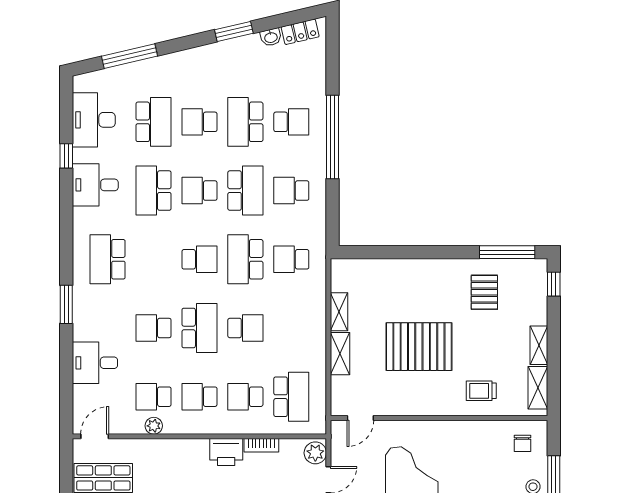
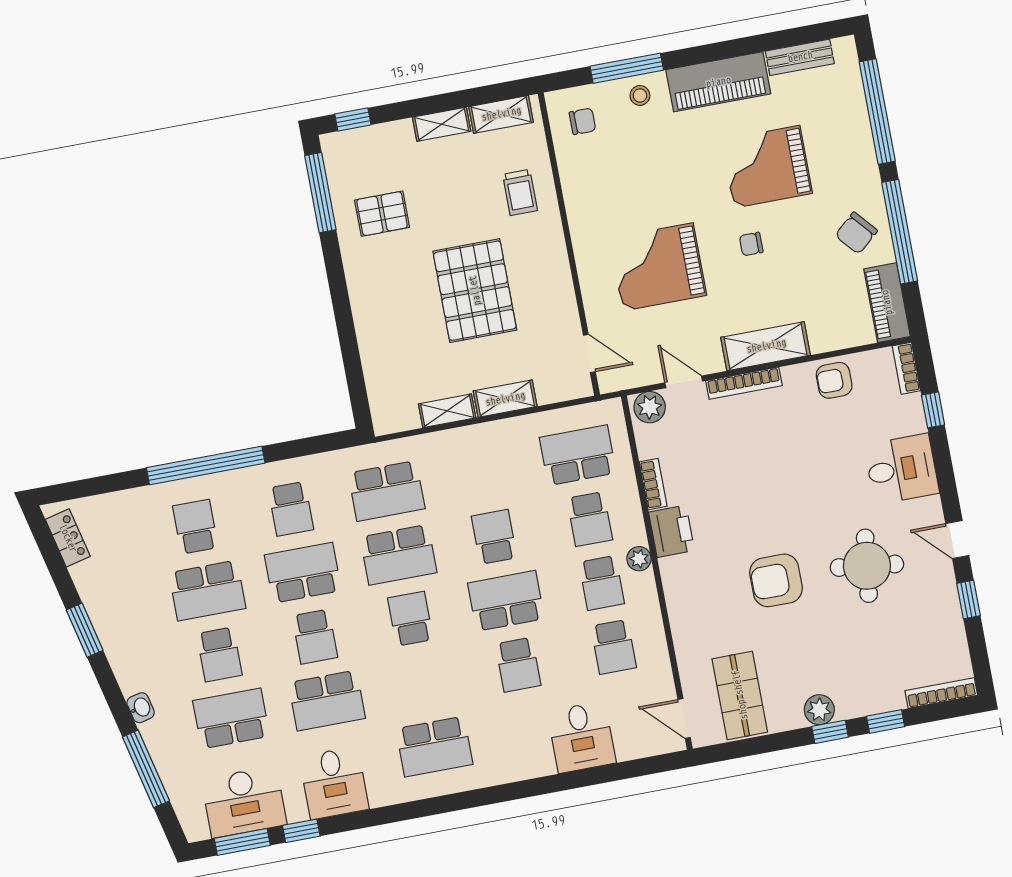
washbasin: (271, 37) -> (141, 708), moved
school desk: (291, 259) -> (387, 491), width x1.85
window: (66, 304) -> (242, 842), moved
plant: (154, 426) -> (639, 559), moved

